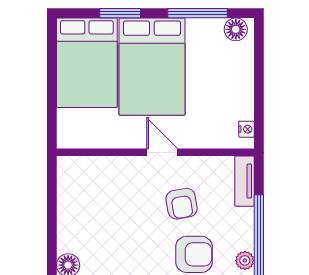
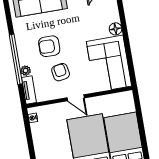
corner sofa: (91, 204) -> (109, 64), added
plant: (245, 260) -> (26, 71), moved

